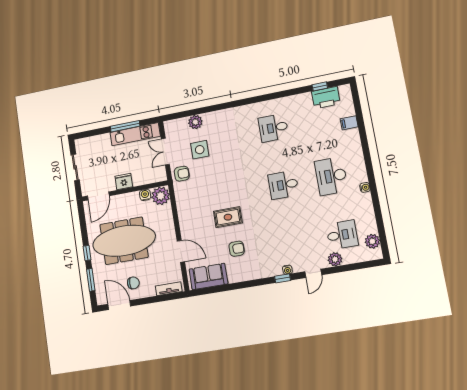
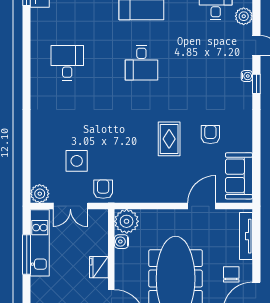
plant: (195, 122) -> (40, 194), moved
desk: (273, 128) -> (67, 63), turned 180
tv unit: (169, 289) -> (246, 236), width x1.41

